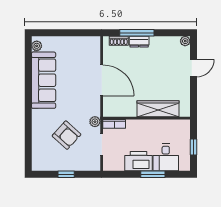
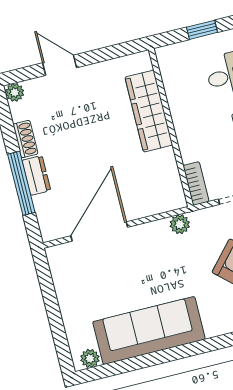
shoe rack: (119, 41) -> (25, 139), moved
door: (102, 80) -> (99, 232), moved
plant: (95, 122) -> (180, 224), moved

